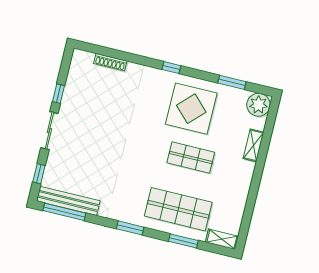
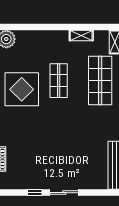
shelving: (253, 145) -> (81, 35), moved
window: (39, 174) -> (99, 193), removed

